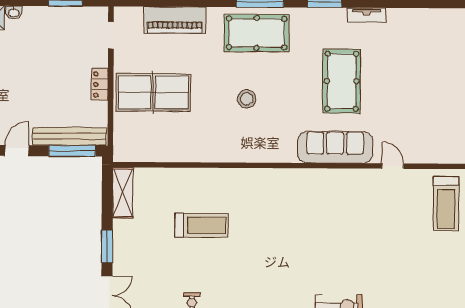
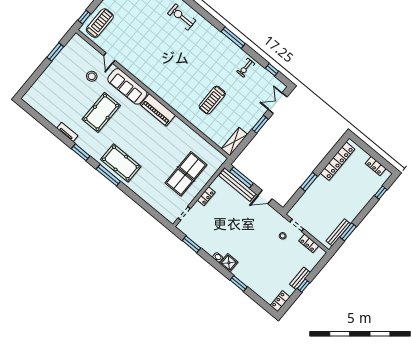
piano: (175, 20) -> (158, 110), moved, turned 180
table tennis table: (153, 92) -> (186, 174), turned 90
stool: (247, 99) -> (92, 76), moved
treadmill: (201, 225) -> (212, 100), turned -90

